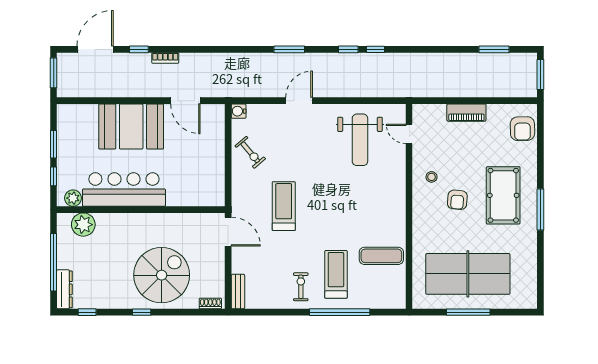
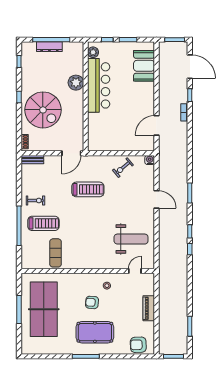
booth: (131, 127) -> (144, 66), moved, width x0.73, depth x0.70
weight bench: (360, 140) -> (131, 239), turned 180
plant: (83, 225) -> (76, 83), moved
dresser: (64, 289) -> (49, 47), moved

